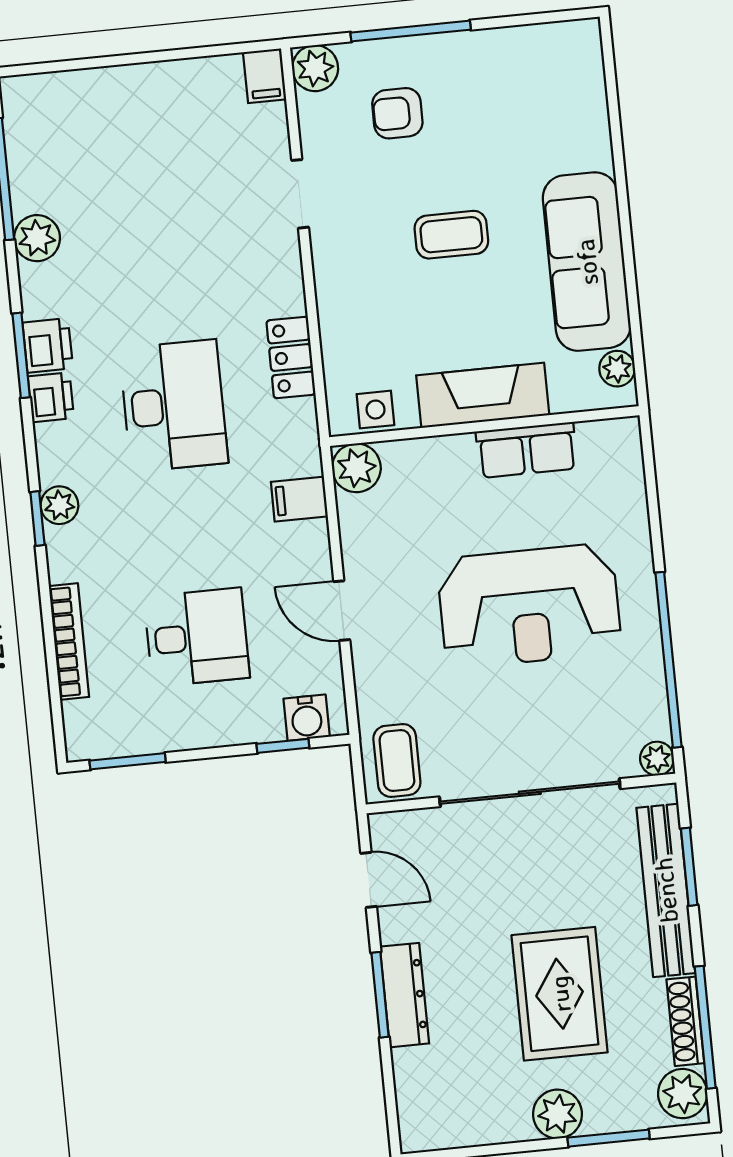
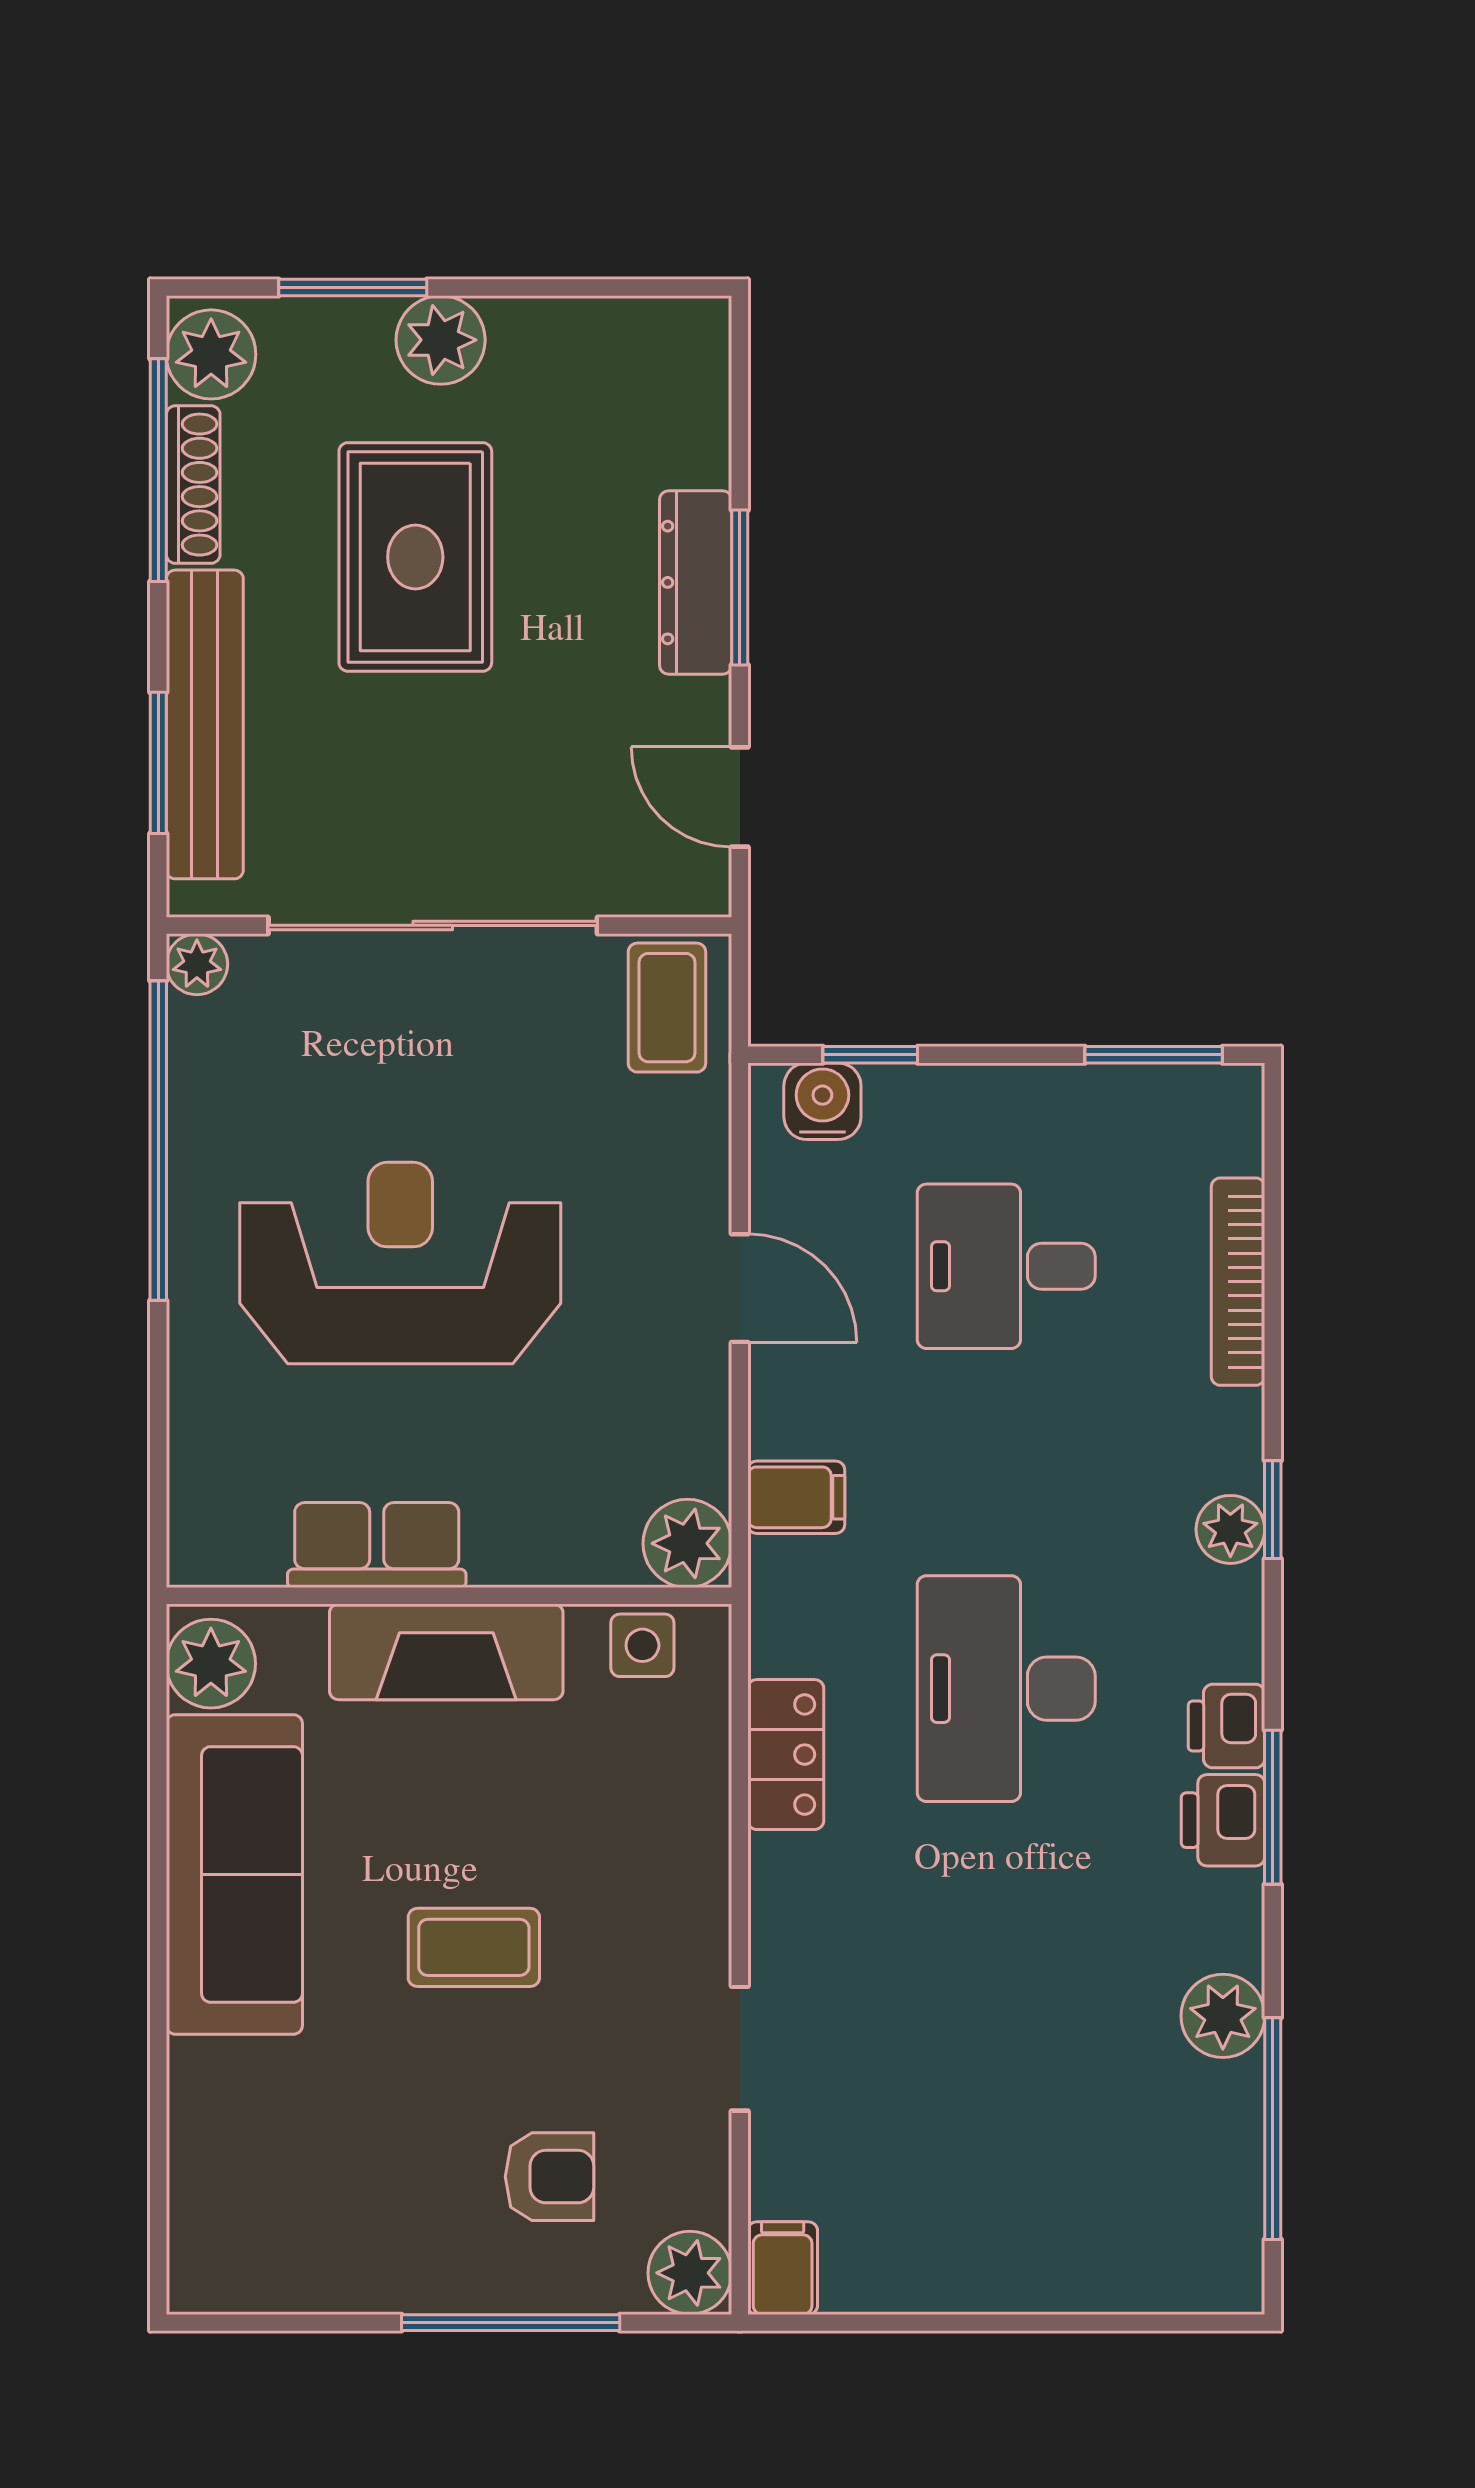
plant: (617, 369) -> (211, 1664), width x1.38, depth x1.38

